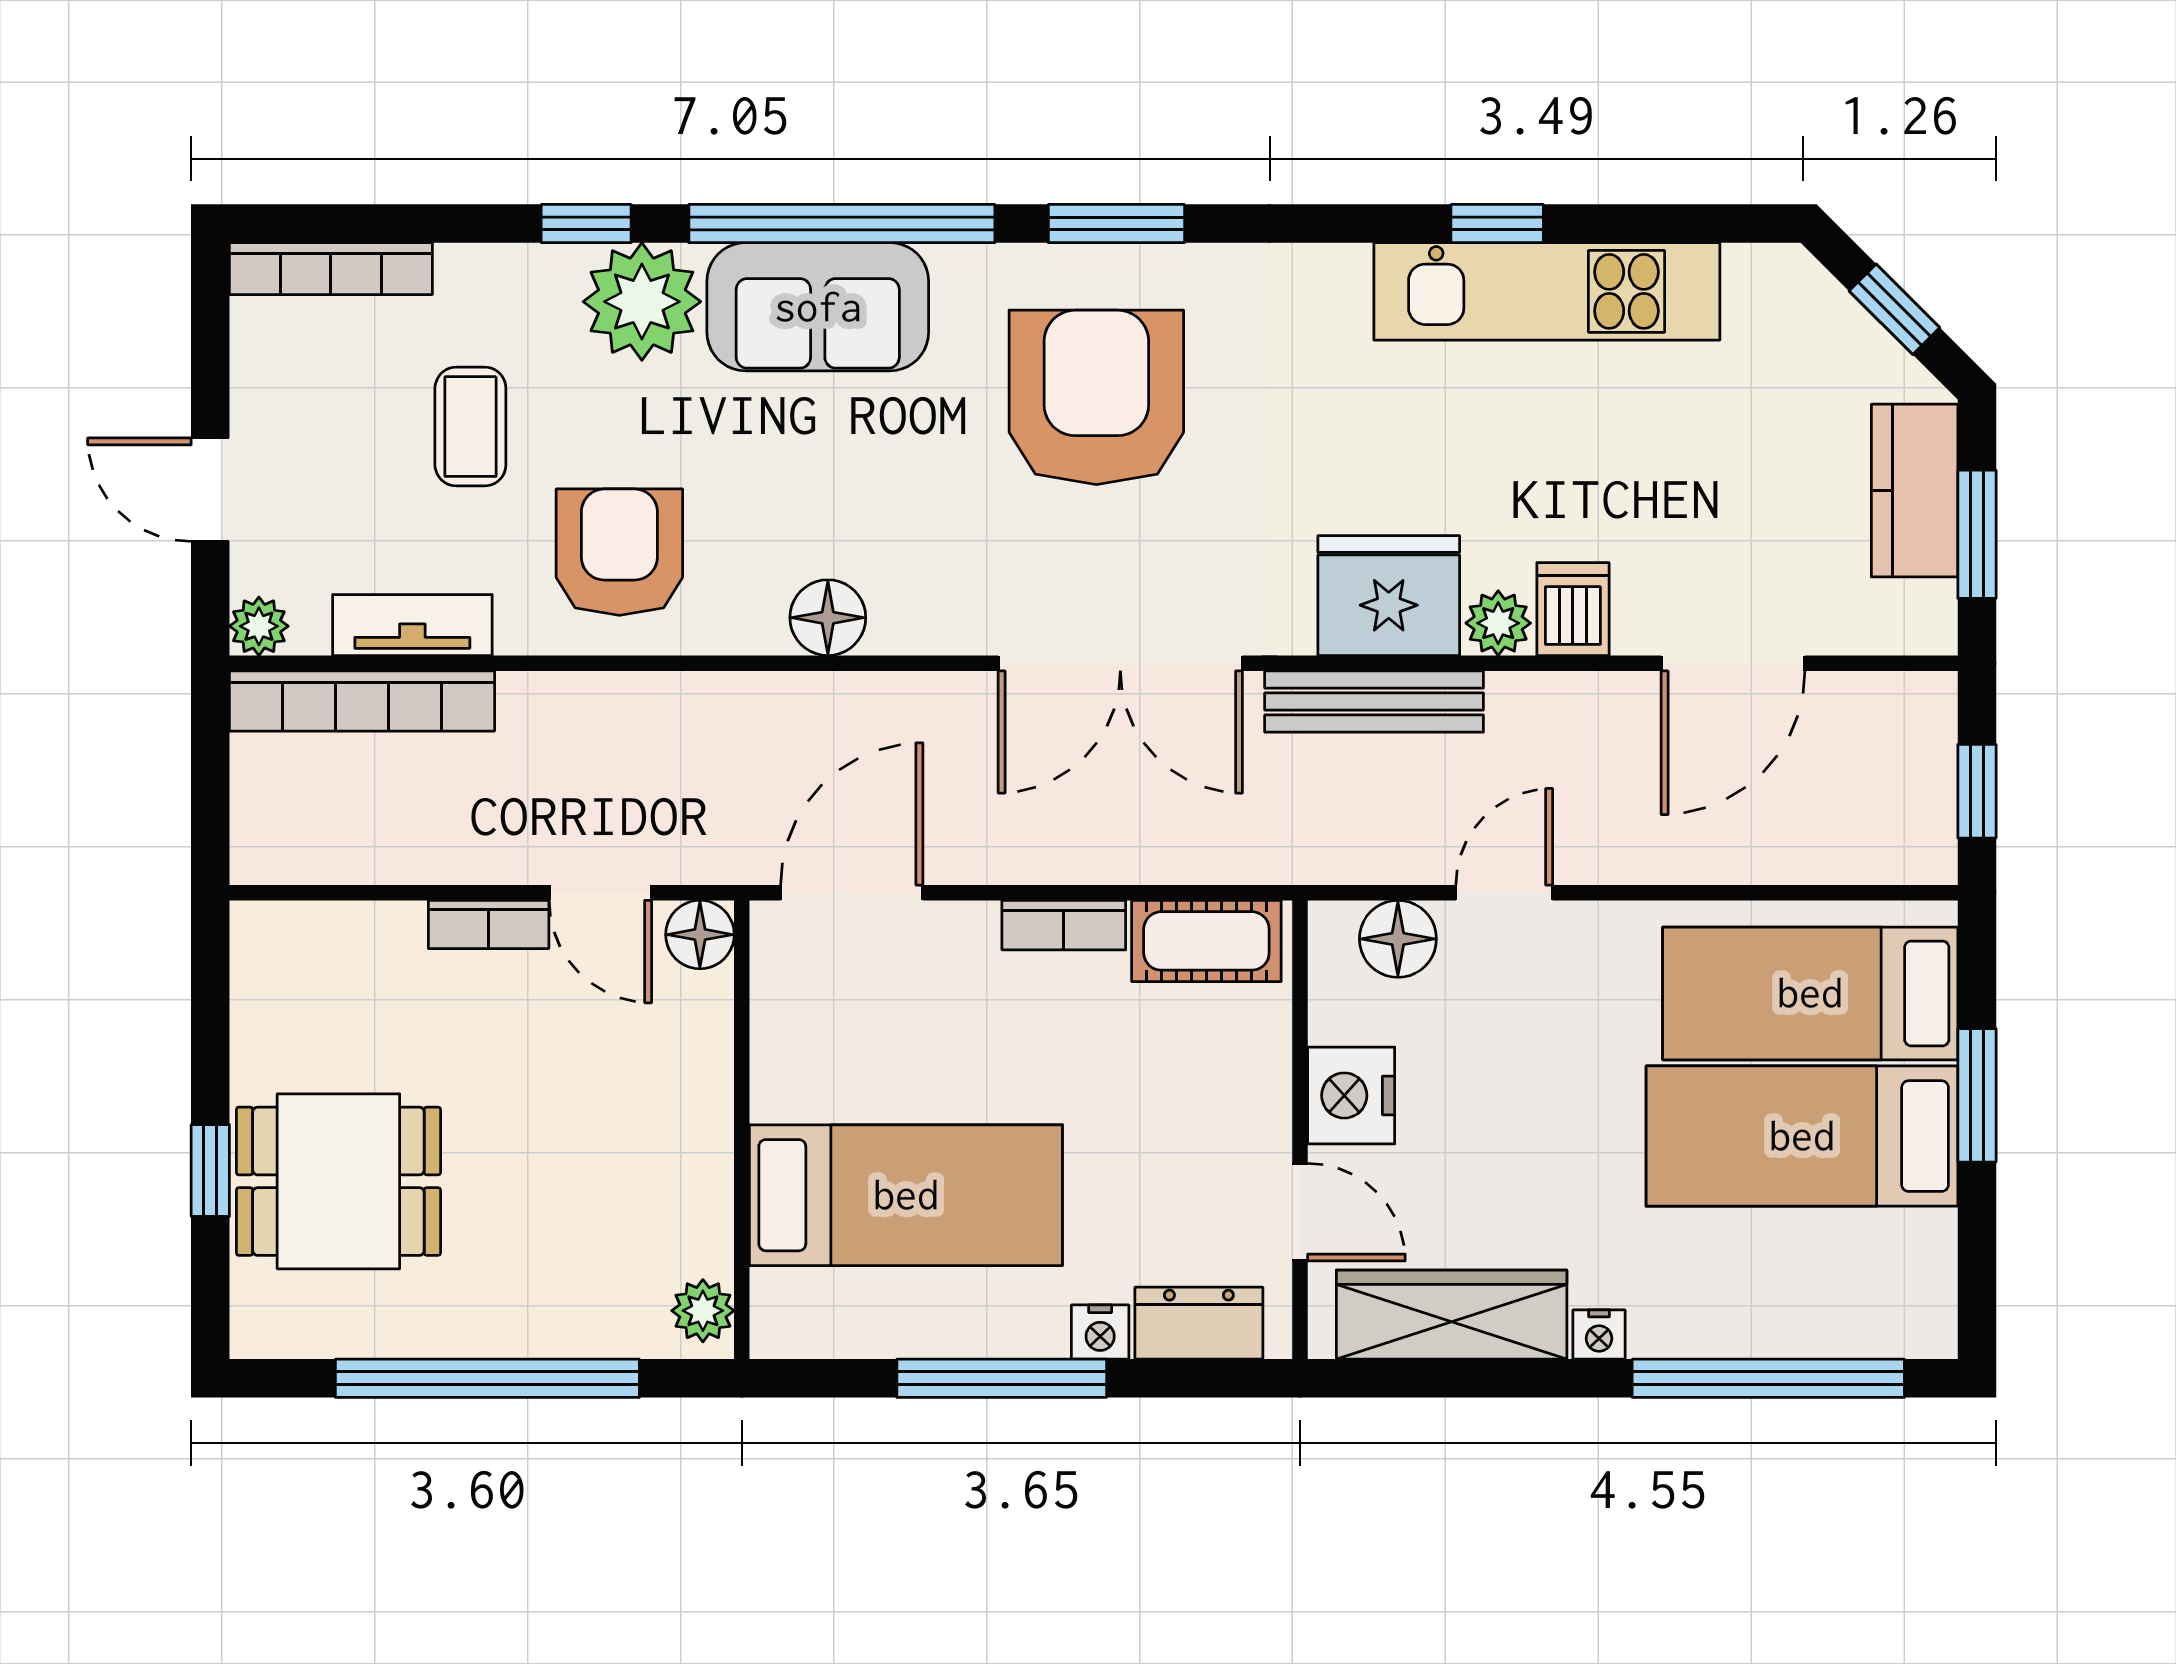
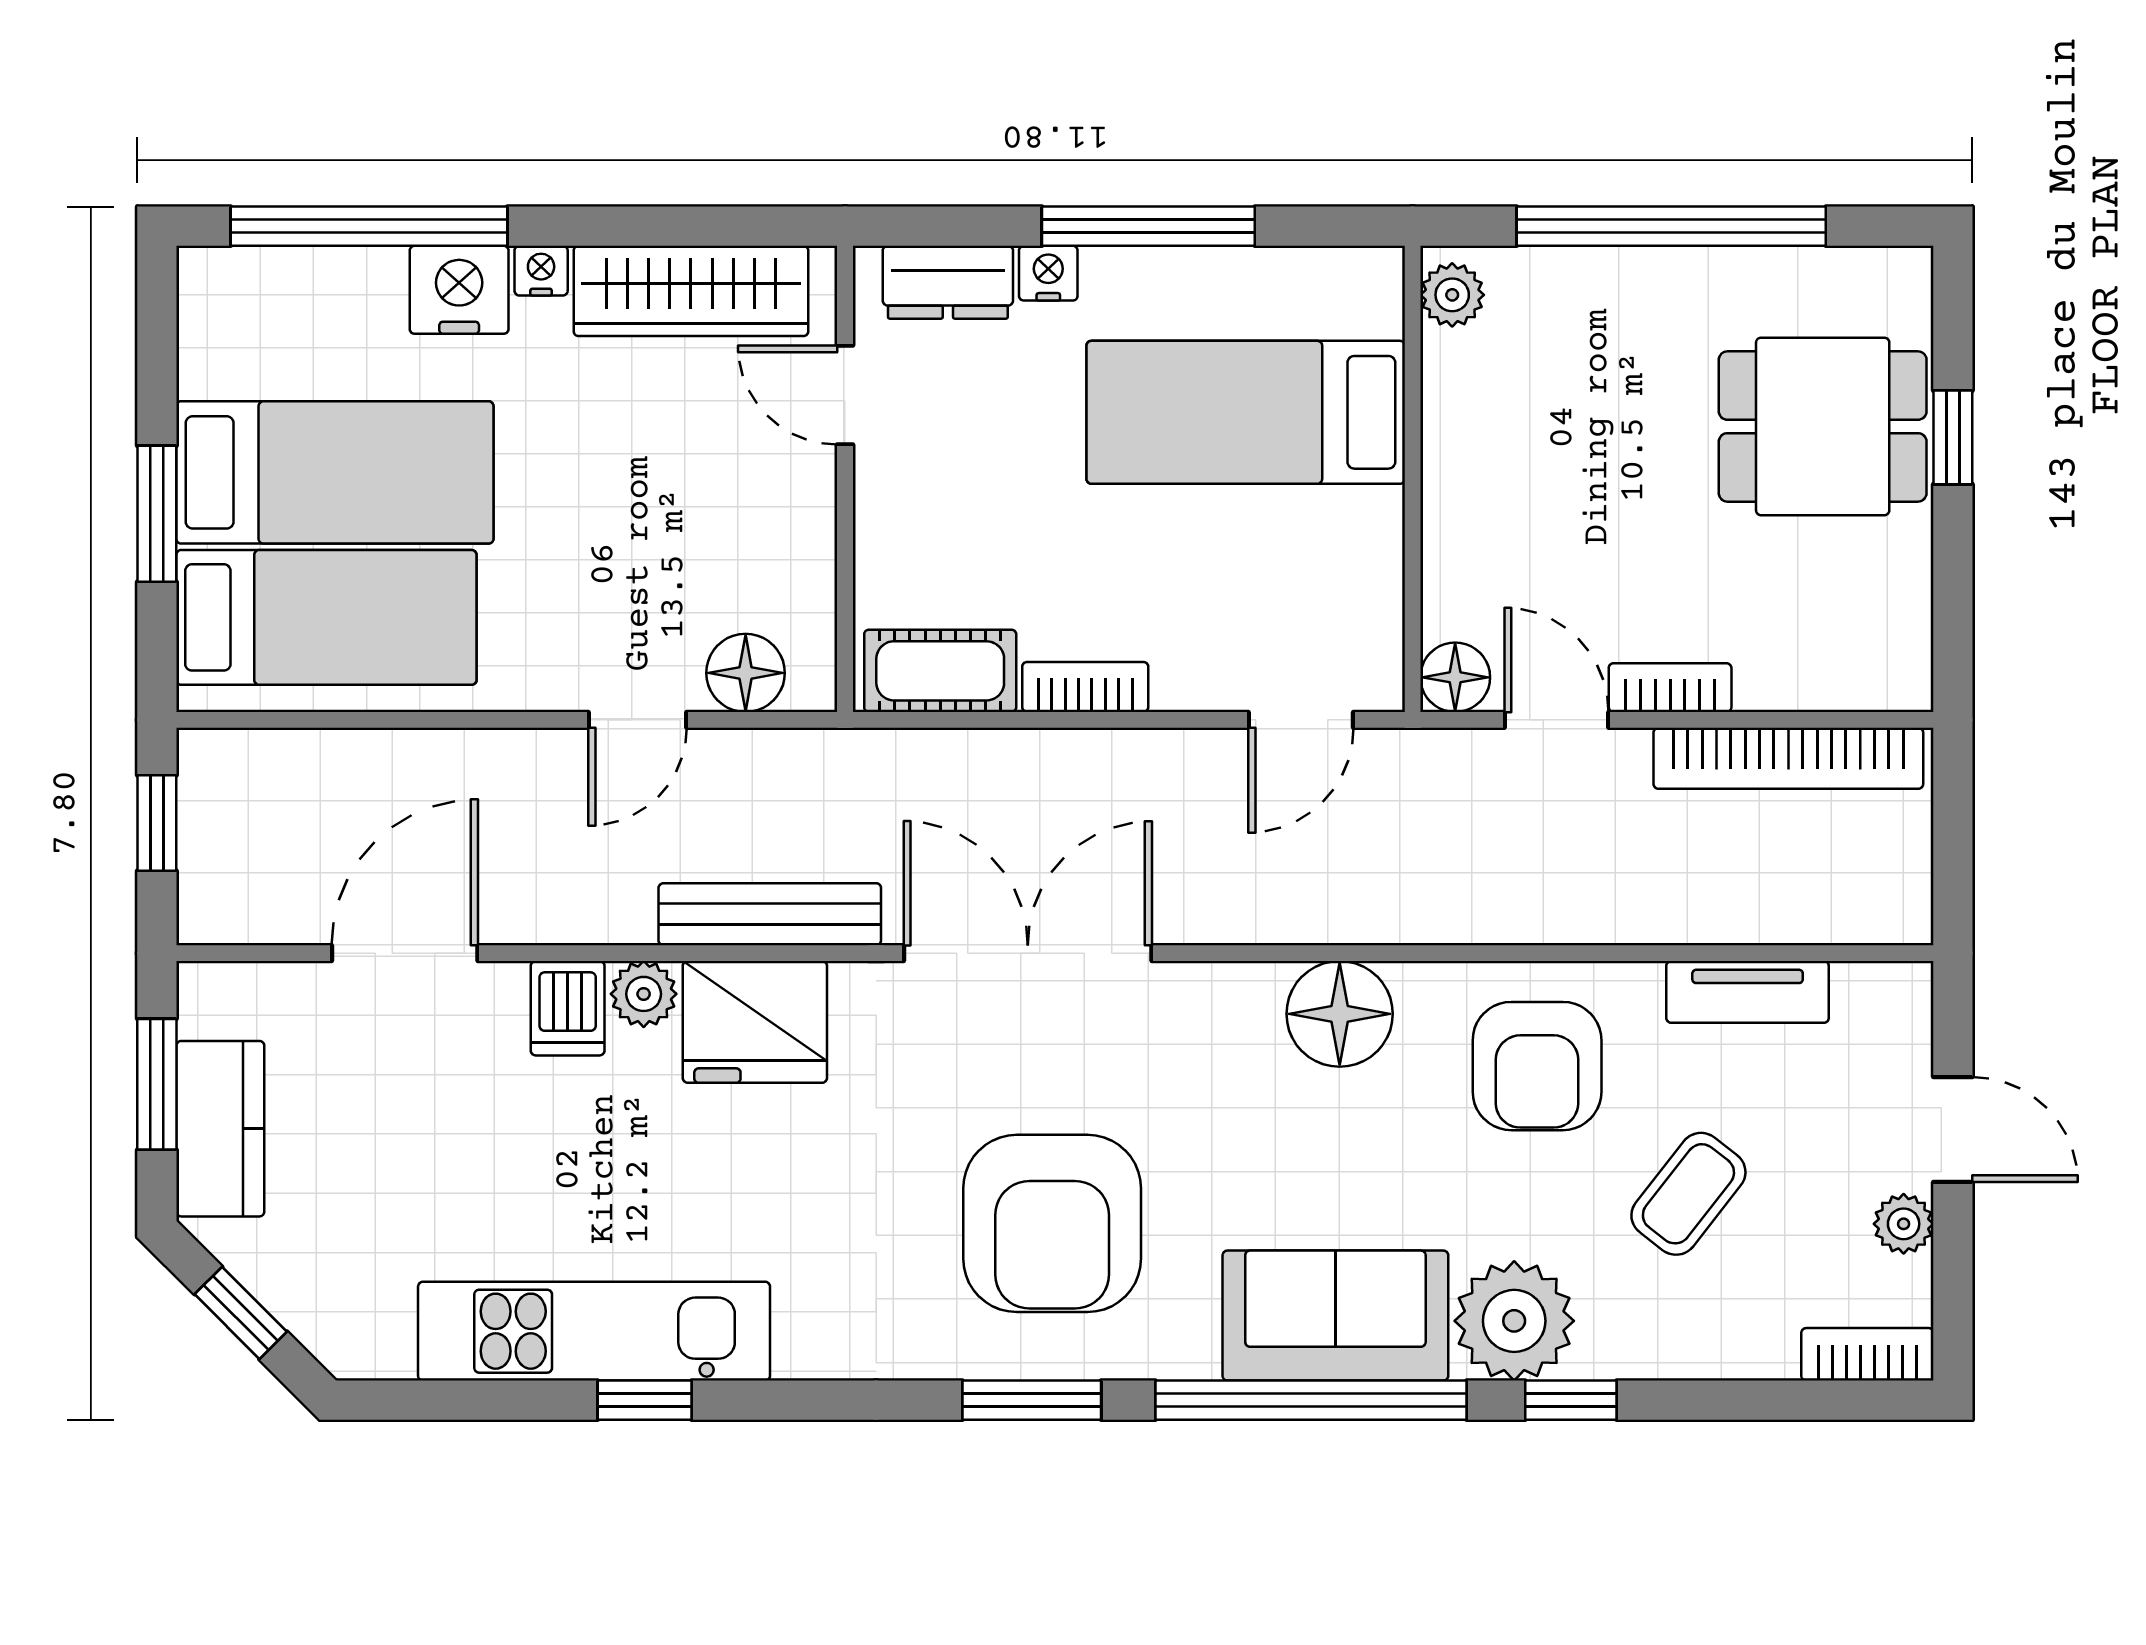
bookcase: (331, 269) -> (1867, 1354), width x0.64
coffee table: (470, 427) -> (1688, 1194), turned 38
floor lamp: (828, 618) -> (1340, 1014), width x1.38, depth x1.38
plant: (259, 626) -> (1904, 1224), moved
bookcase: (362, 701) -> (1788, 758), moved, turned 180
door: (852, 893) -> (1301, 720), width x0.73
nightstand: (1351, 1095) -> (459, 290), moved, turned -90

